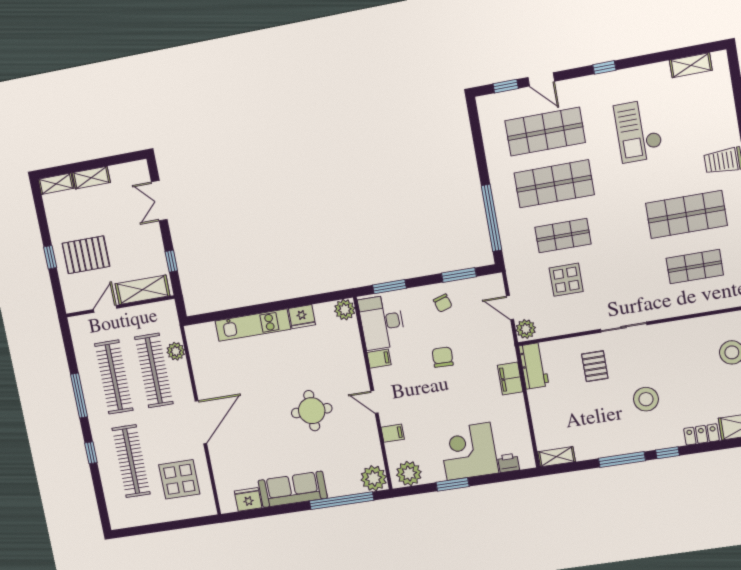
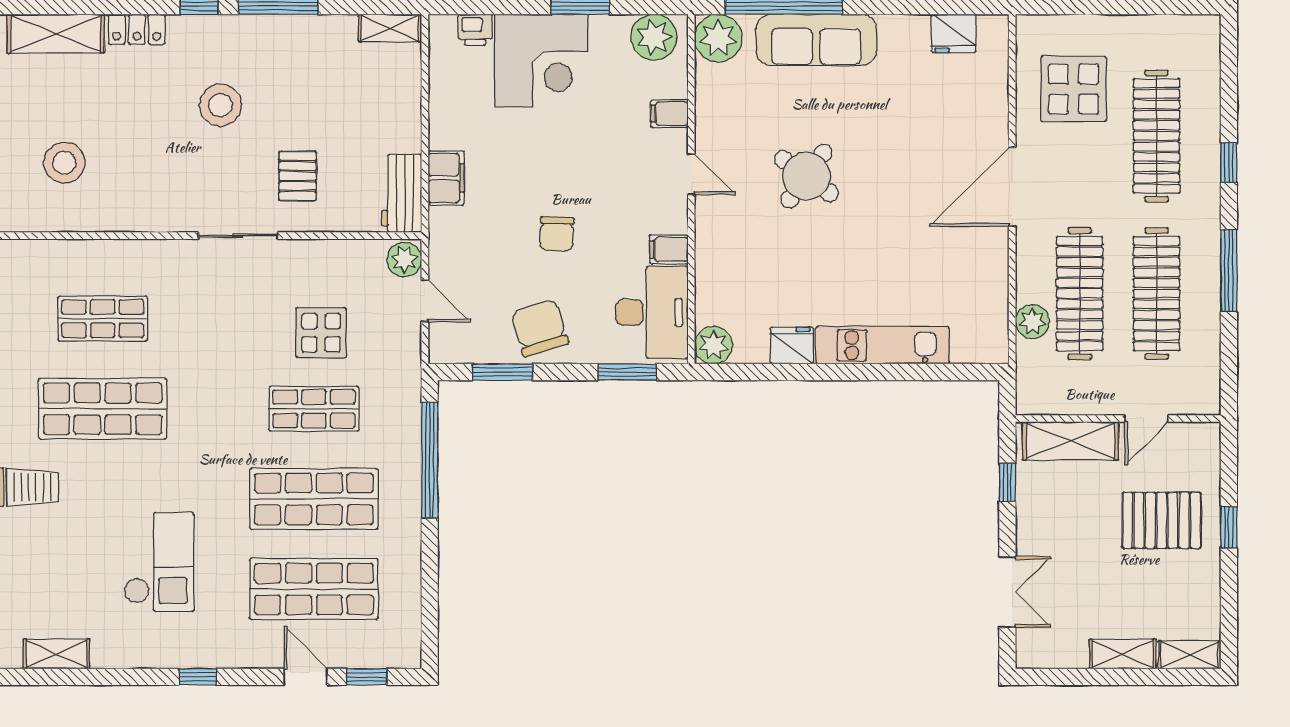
chair: (443, 303) -> (540, 328), width x1.87, depth x1.87
round table: (312, 411) -> (806, 176), turned 36
sofa: (293, 489) -> (816, 40), moved

